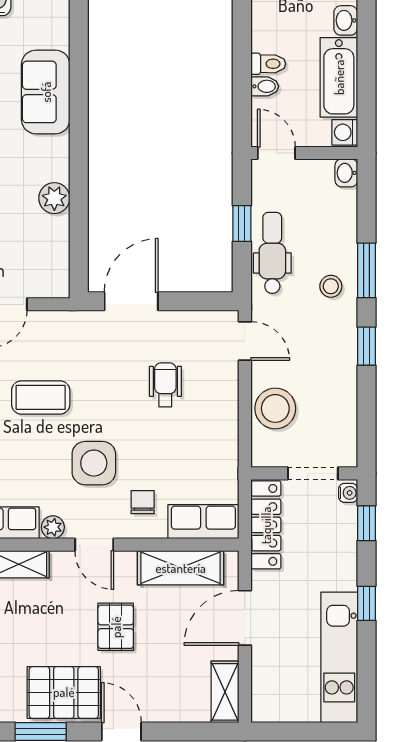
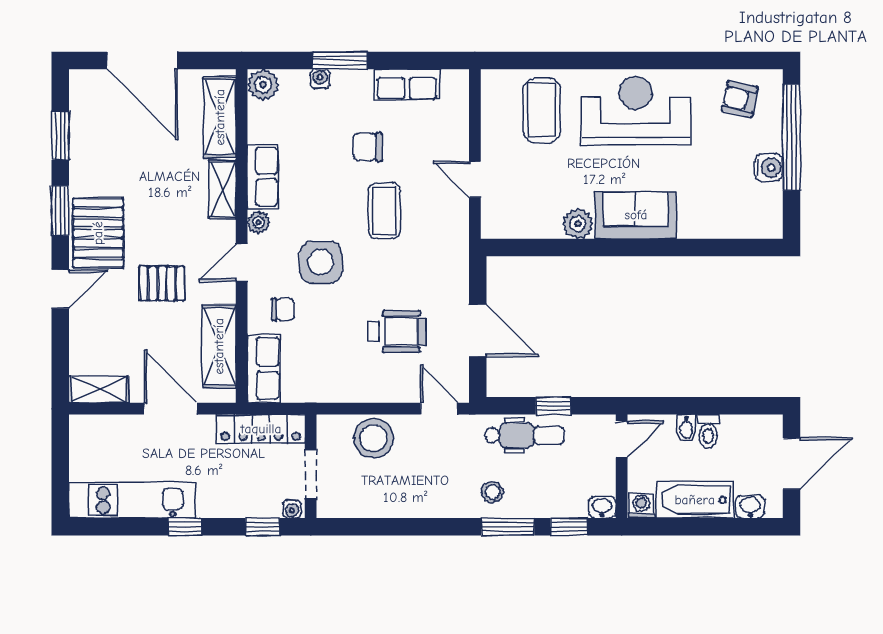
sofa: (46, 92) -> (636, 215), moved
door: (131, 301) -> (478, 330), moved
door: (245, 341) -> (439, 409), swing flipped
window: (366, 346) -> (569, 527), moved
wheelchair: (165, 385) -> (397, 332), width x1.36, depth x1.37

